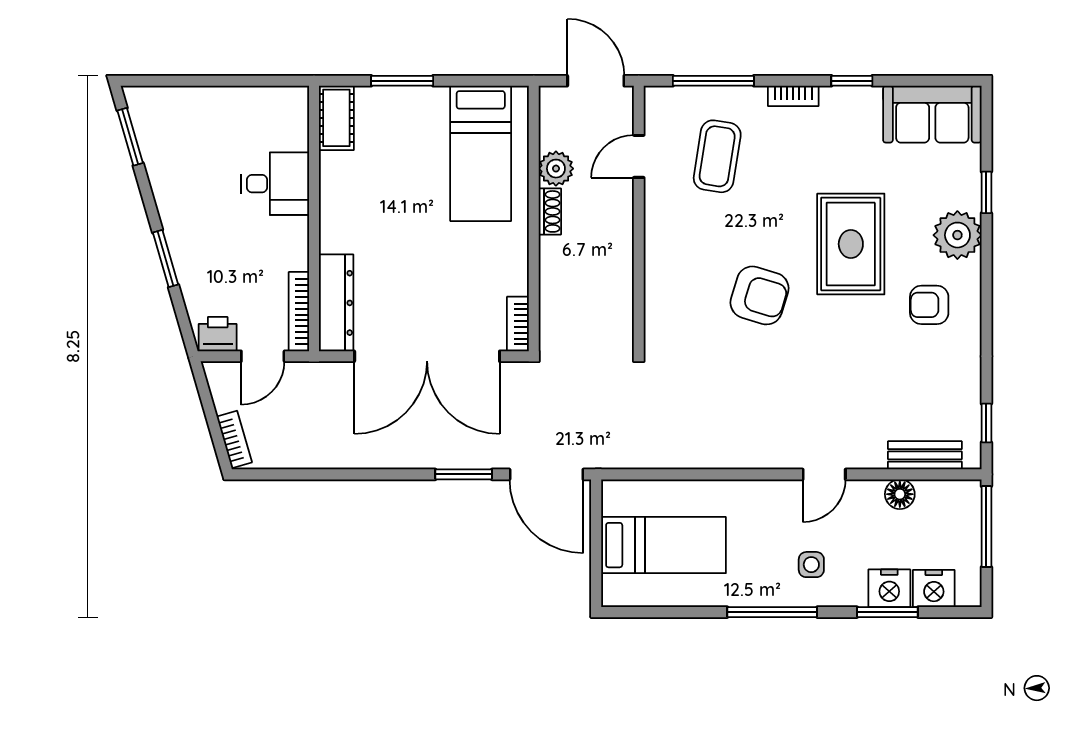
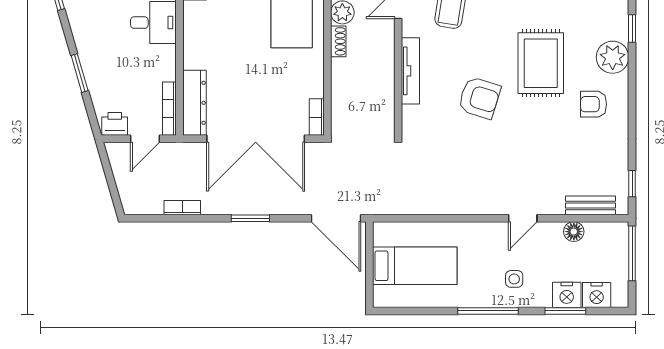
tv unit: (657, 255) -> (410, 71), added
bookcase: (234, 439) -> (182, 208), moved, turned -74
window: (464, 474) -> (250, 218), moved

